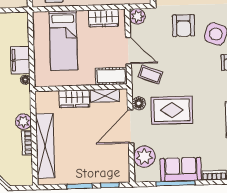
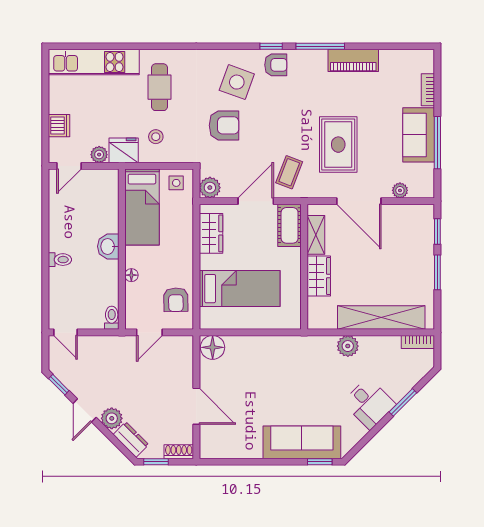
filing cabinet: (20, 60) -> (264, 348), removed
floor lamp: (25, 80) -> (213, 347), moved, width x1.89, depth x1.89
floor lamp: (139, 103) -> (328, 189), removed
bookcase: (27, 143) -> (418, 342), moved
plant: (144, 157) -> (400, 190), width x0.53, depth x0.53

